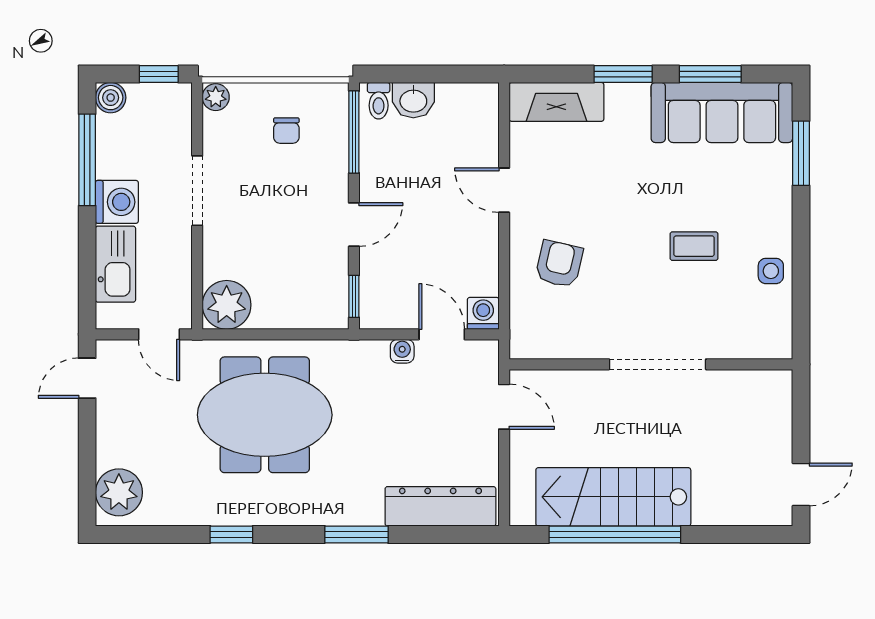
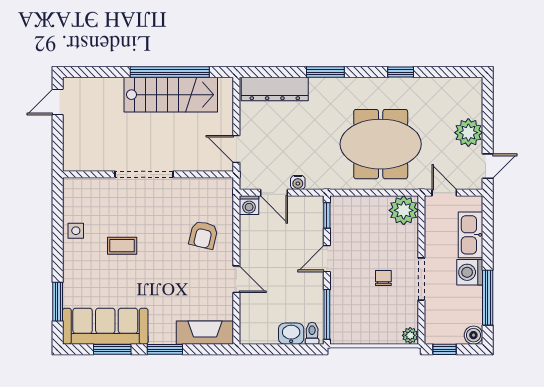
chair: (286, 131) -> (383, 278), moved
plant: (119, 492) -> (468, 133), moved

